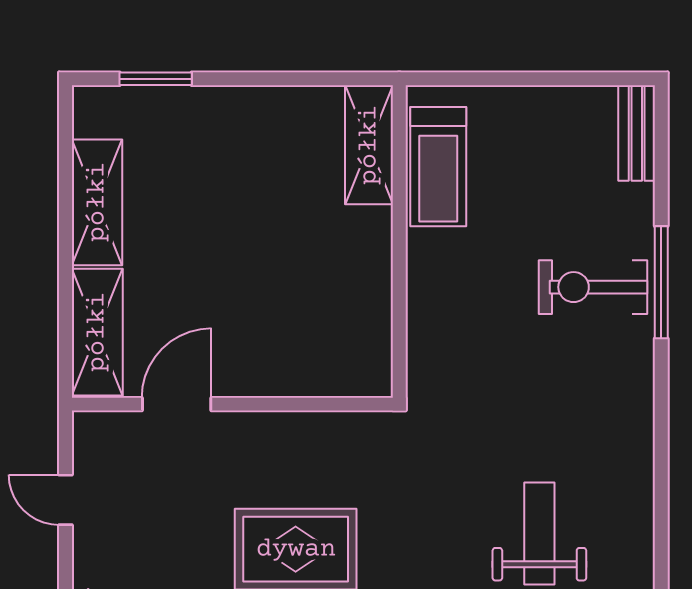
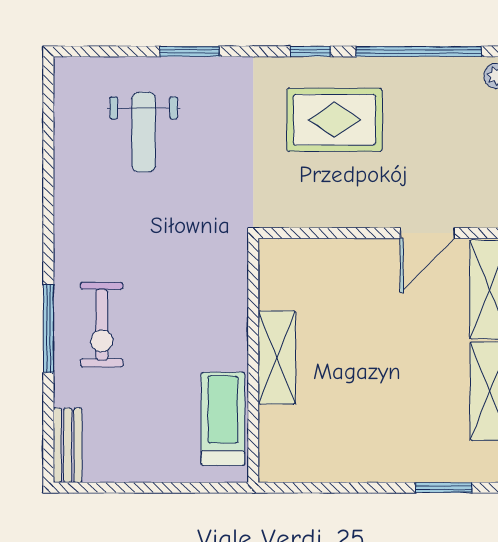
shelving: (369, 145) -> (277, 357), moved
exercise bike: (593, 287) -> (102, 325), turned 90

